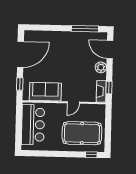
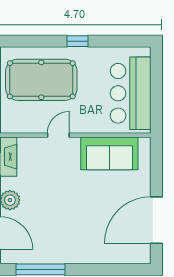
window: (20, 84) -> (156, 166), removed
window: (91, 155) -> (78, 41), moved

